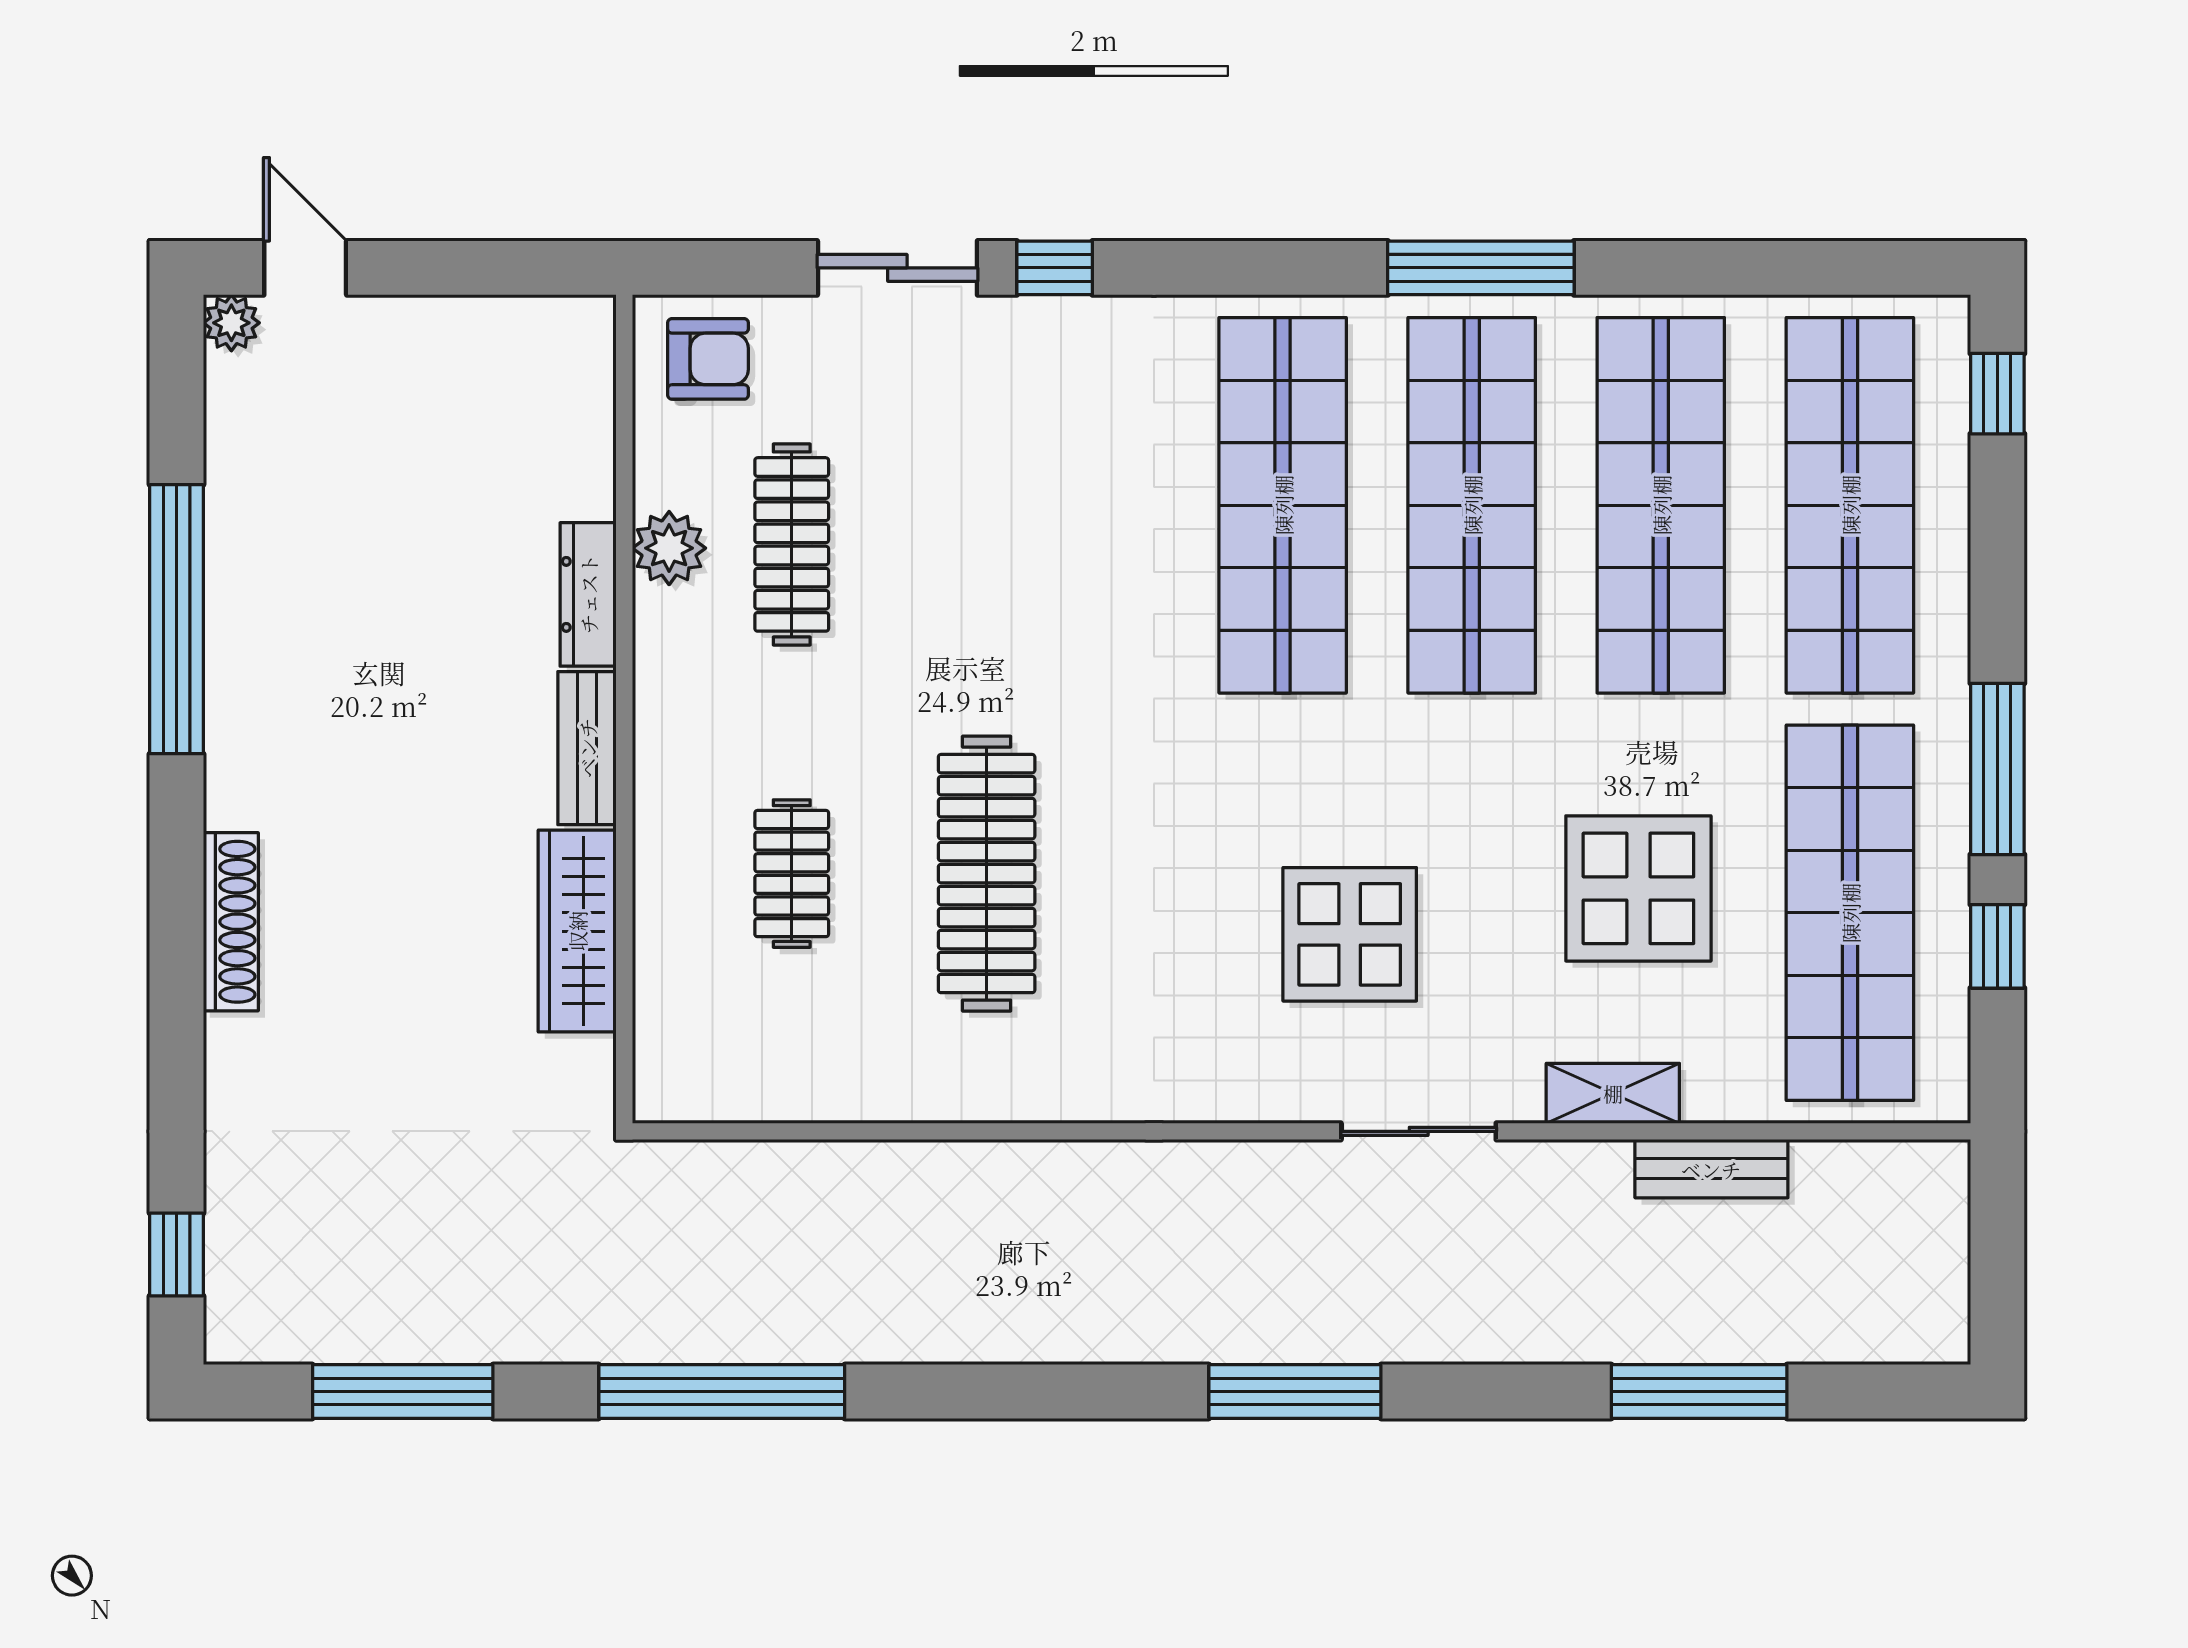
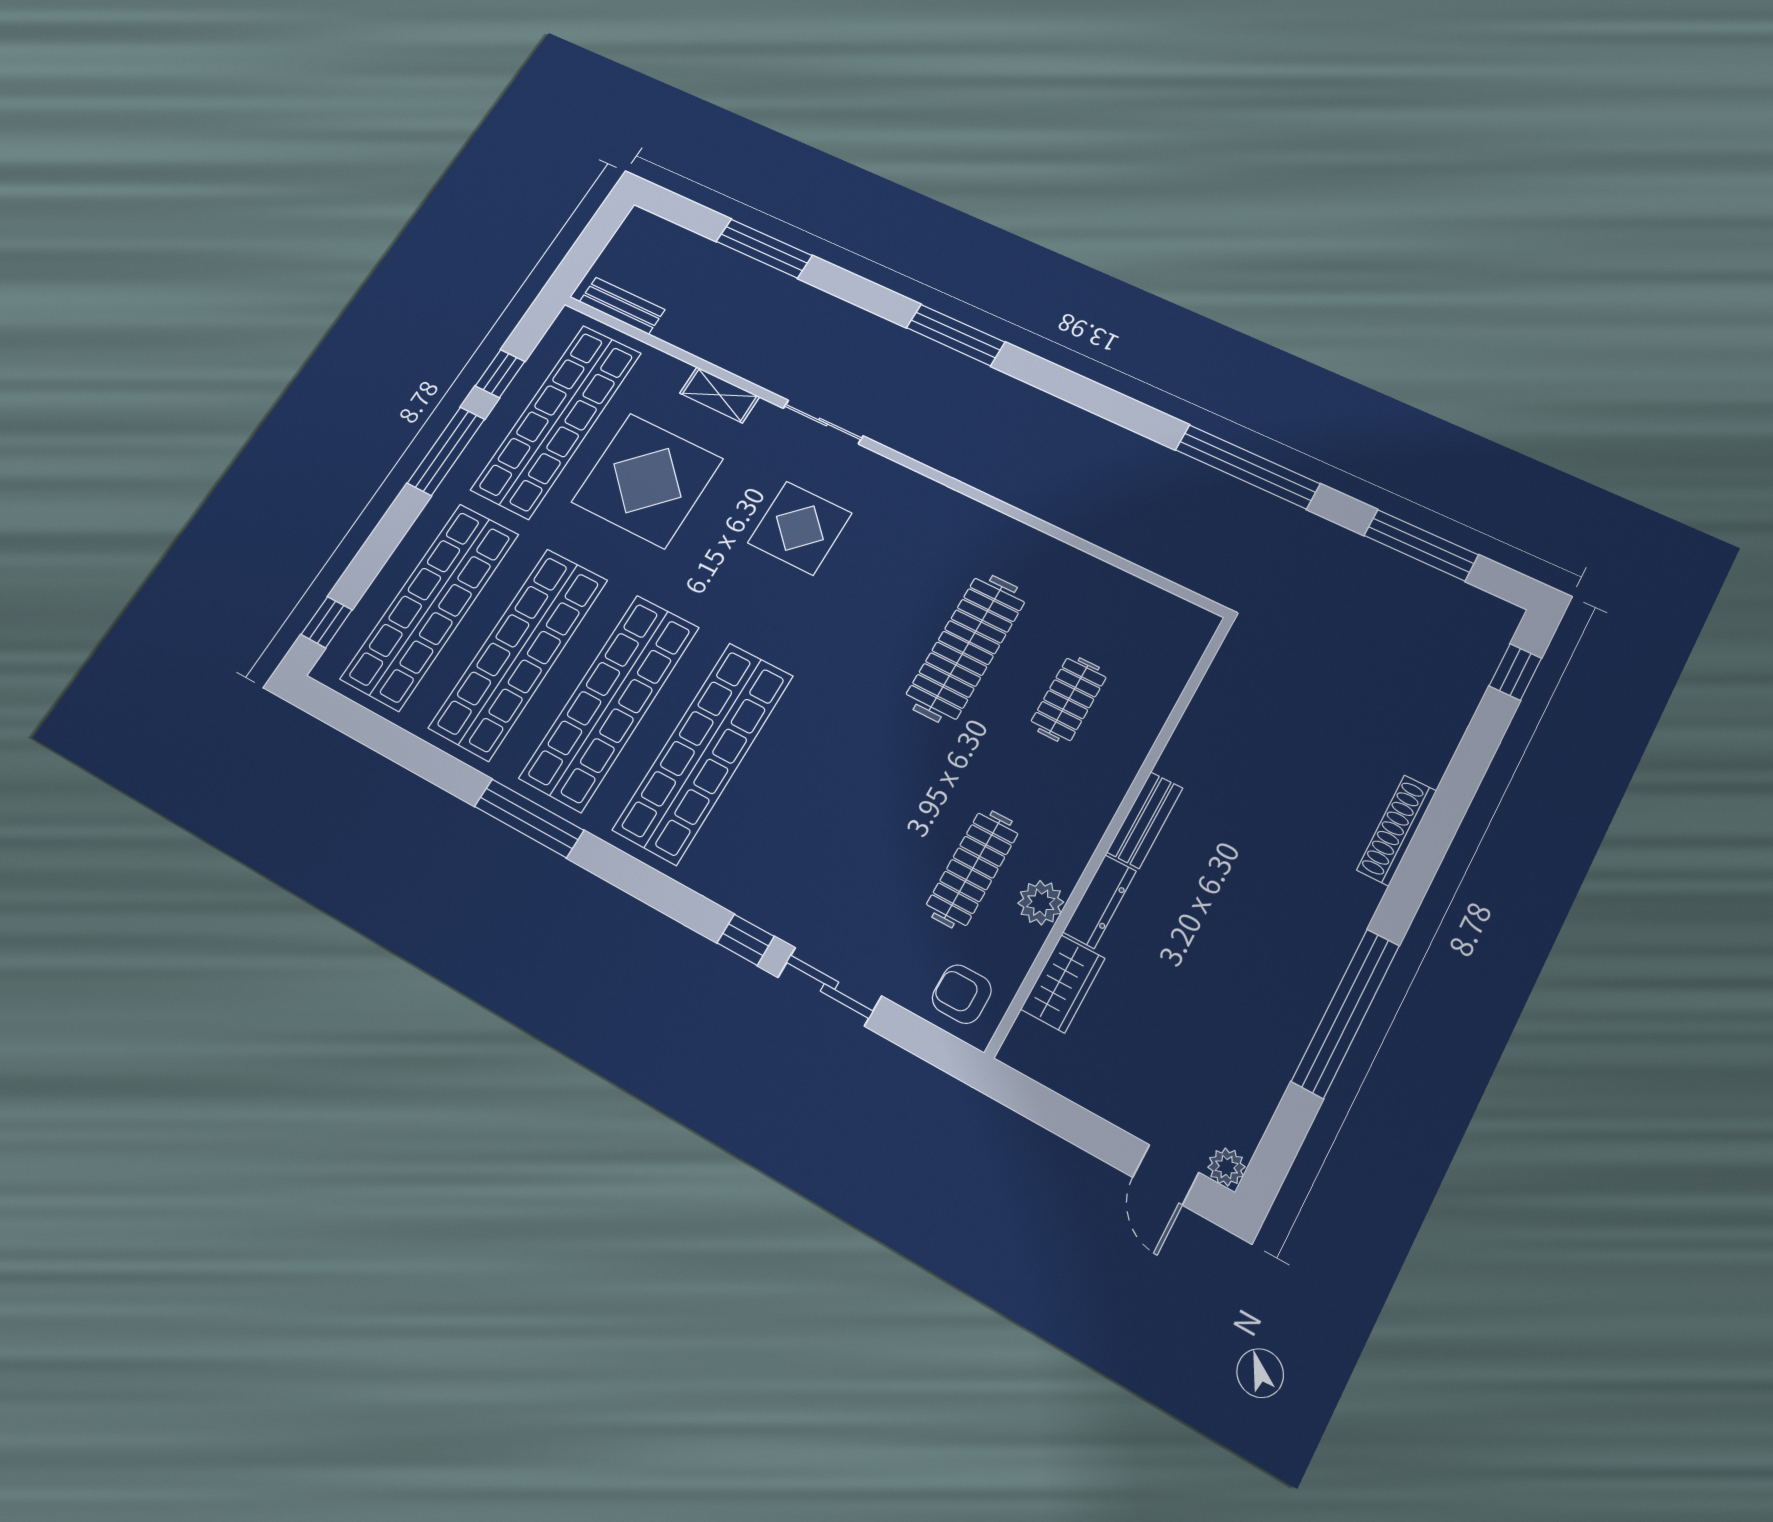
display table: (1638, 888) -> (647, 480), width x1.36, depth x1.36
wardrobe: (577, 931) -> (1063, 984), moved, width x0.67
bench: (1711, 1169) -> (622, 306), moved

